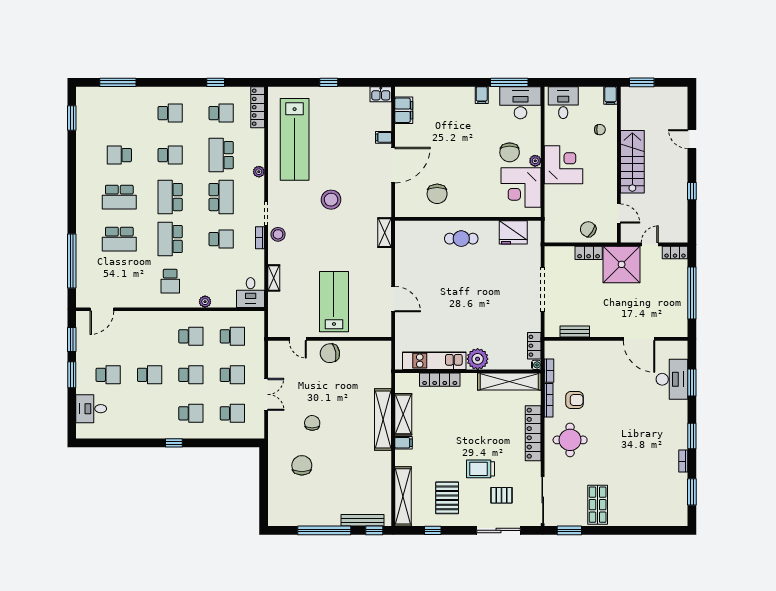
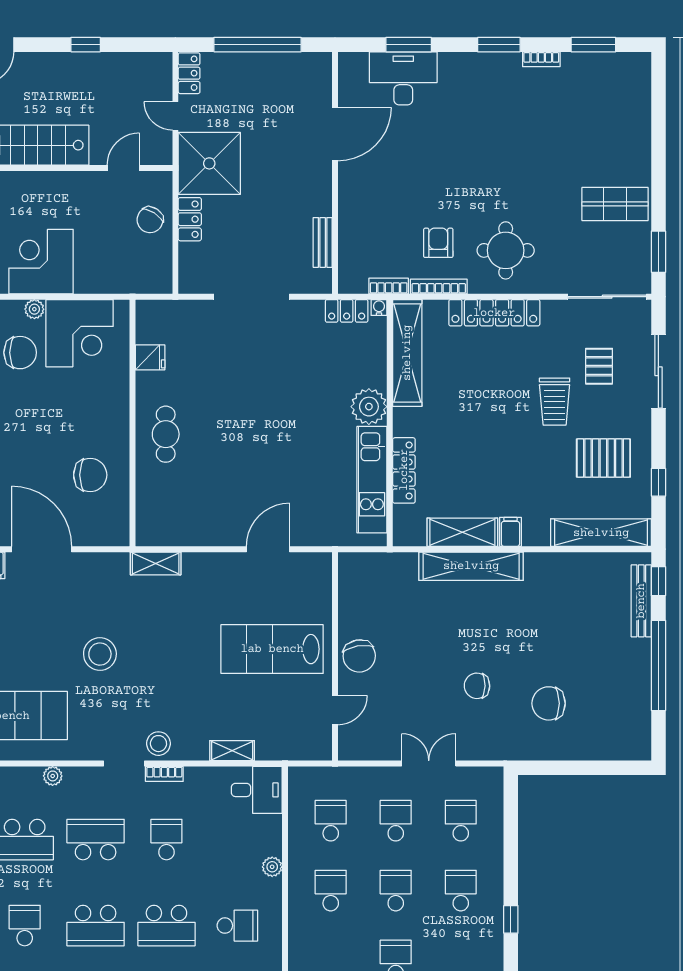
fridge: (513, 232) -> (150, 357), width x0.53, depth x0.75

